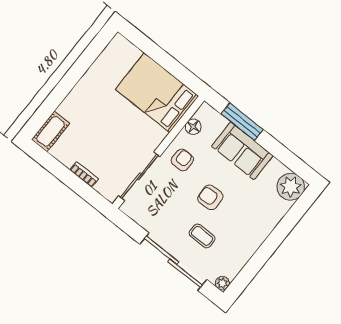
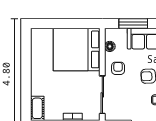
bed: (157, 93) -> (77, 49), width x1.36

